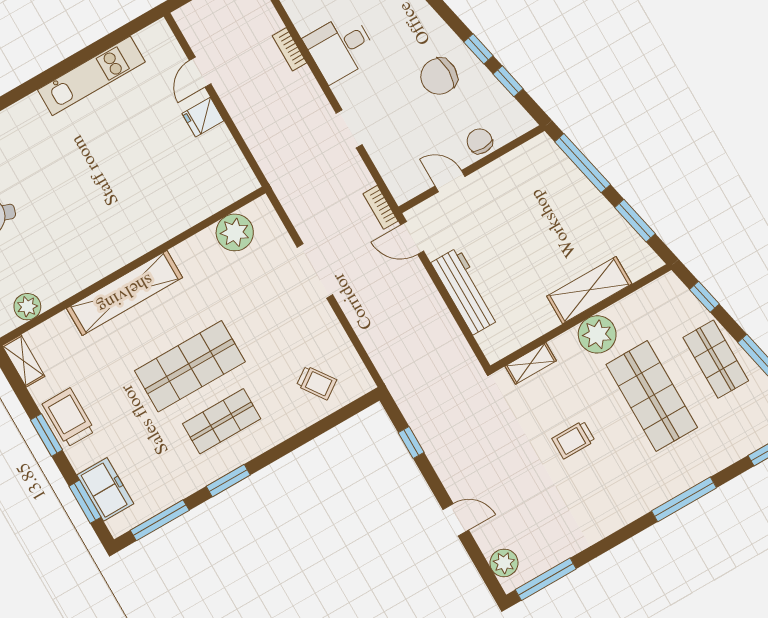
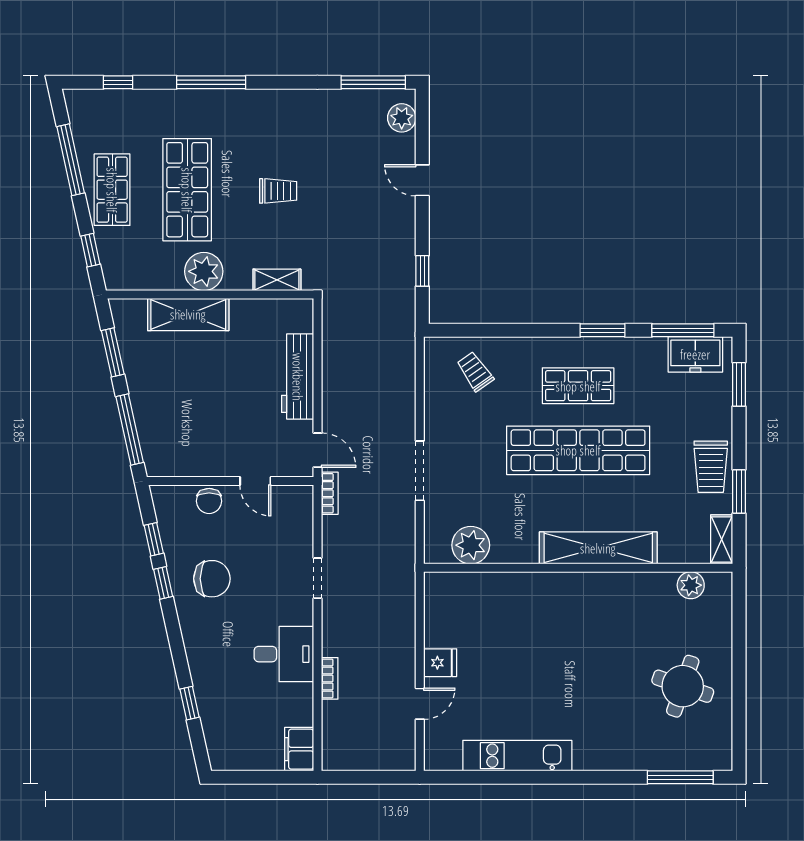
shop shelf: (190, 366) -> (578, 450), width x1.40
window: (46, 435) -> (739, 491), moved
freezer: (105, 489) -> (695, 354), moved, turned -90

